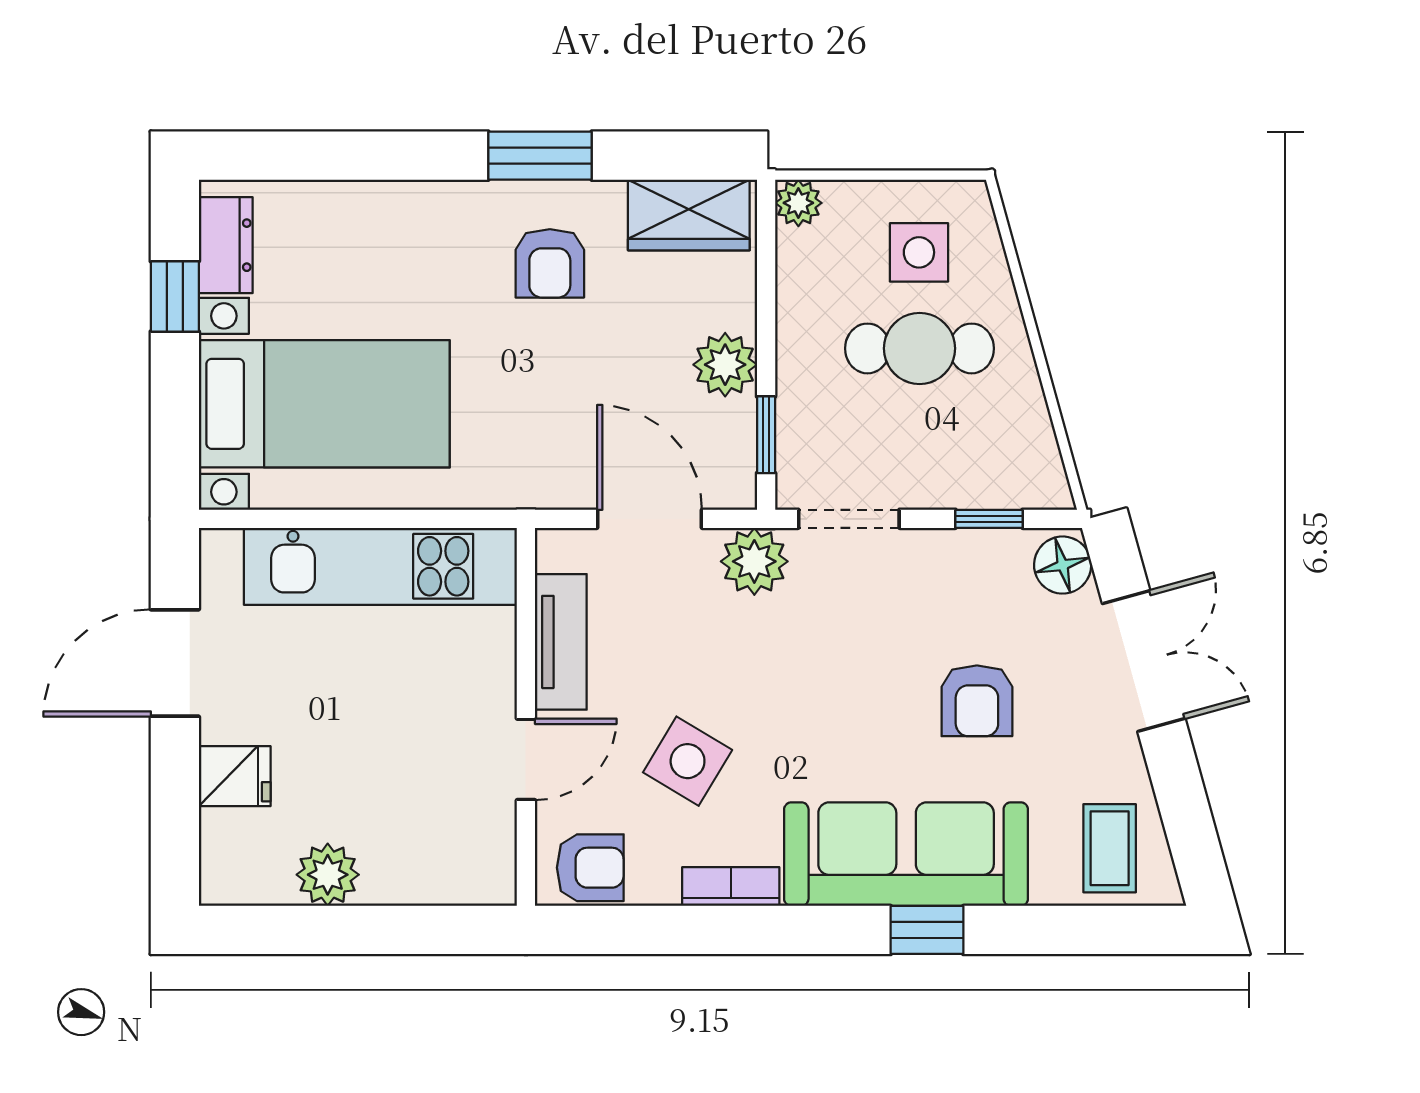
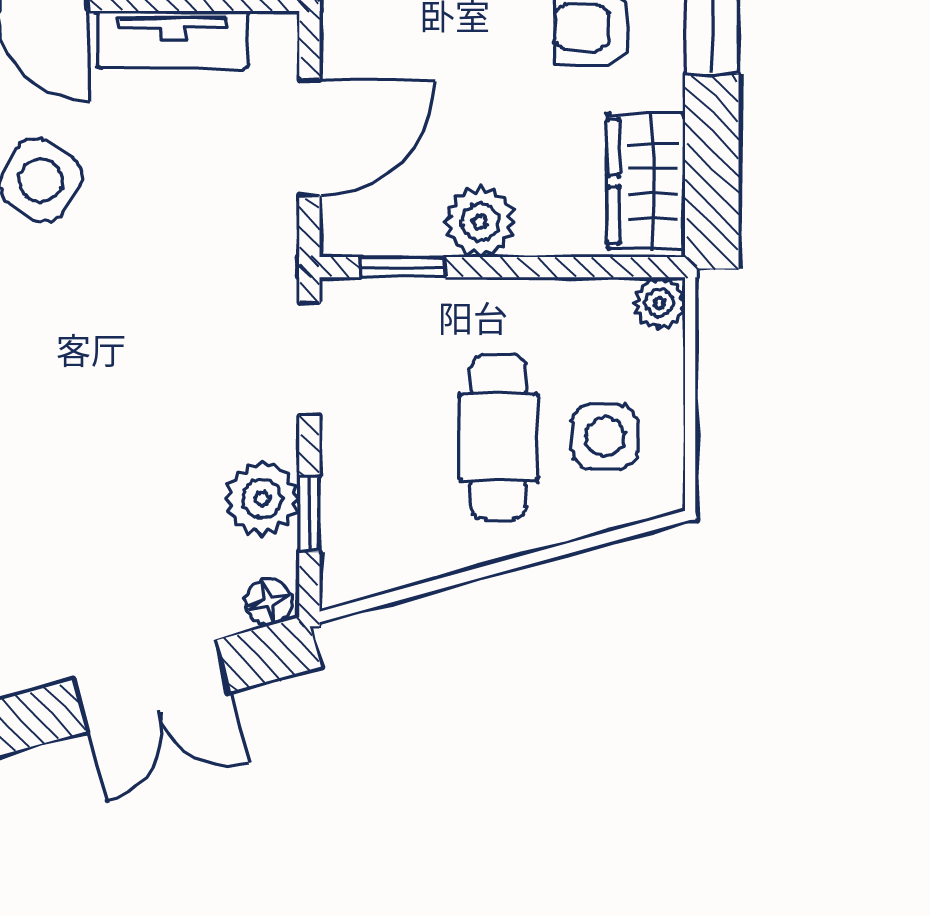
plant: (754, 561) -> (262, 498), moved
floor lamp: (1063, 565) -> (269, 602), width x0.73, depth x0.73
armchair: (977, 701) -> (108, 501), removed

